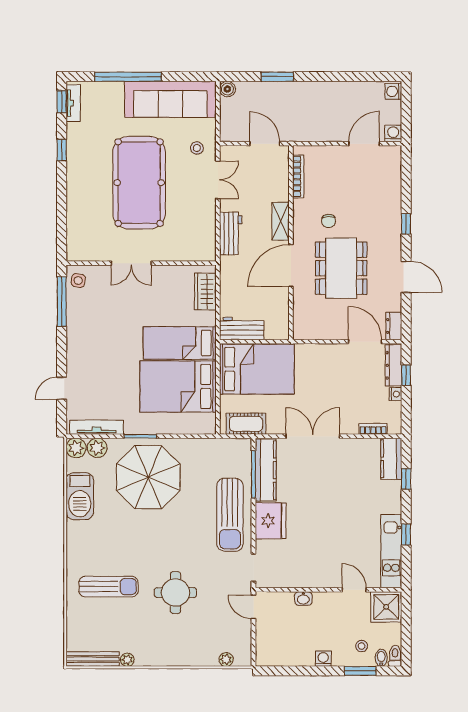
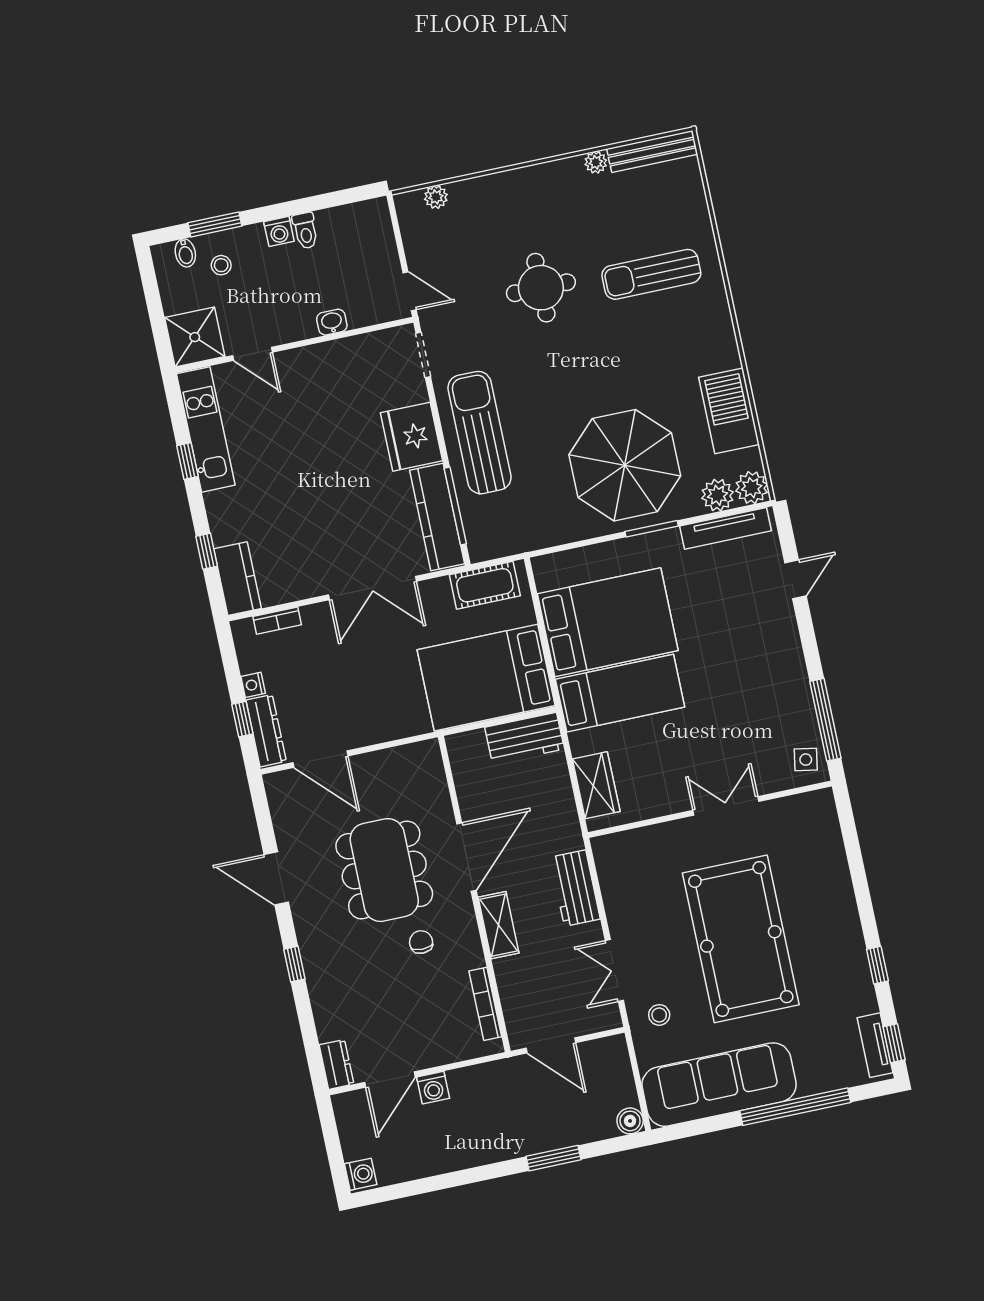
washing machine: (393, 133) -> (433, 1088), moved
dresser: (394, 326) -> (337, 1064), moved
toilet: (395, 656) -> (305, 231), moved

